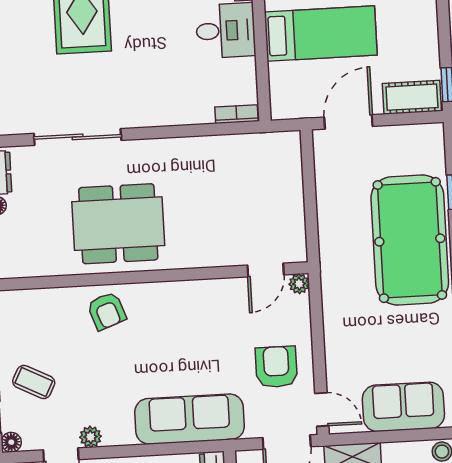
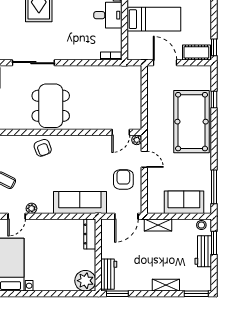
door: (348, 122) -> (165, 63), hinge flipped
dining table: (118, 224) -> (51, 106), turned 90
door: (322, 410) -> (144, 159), moved

